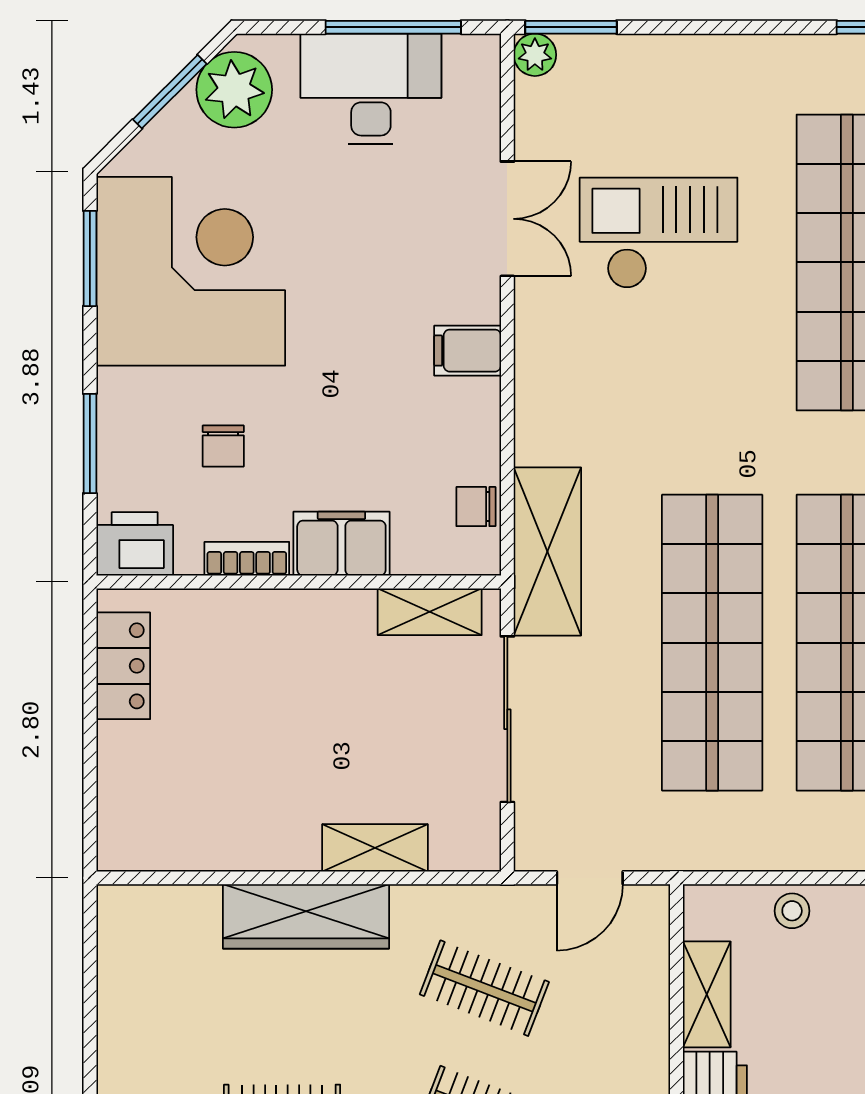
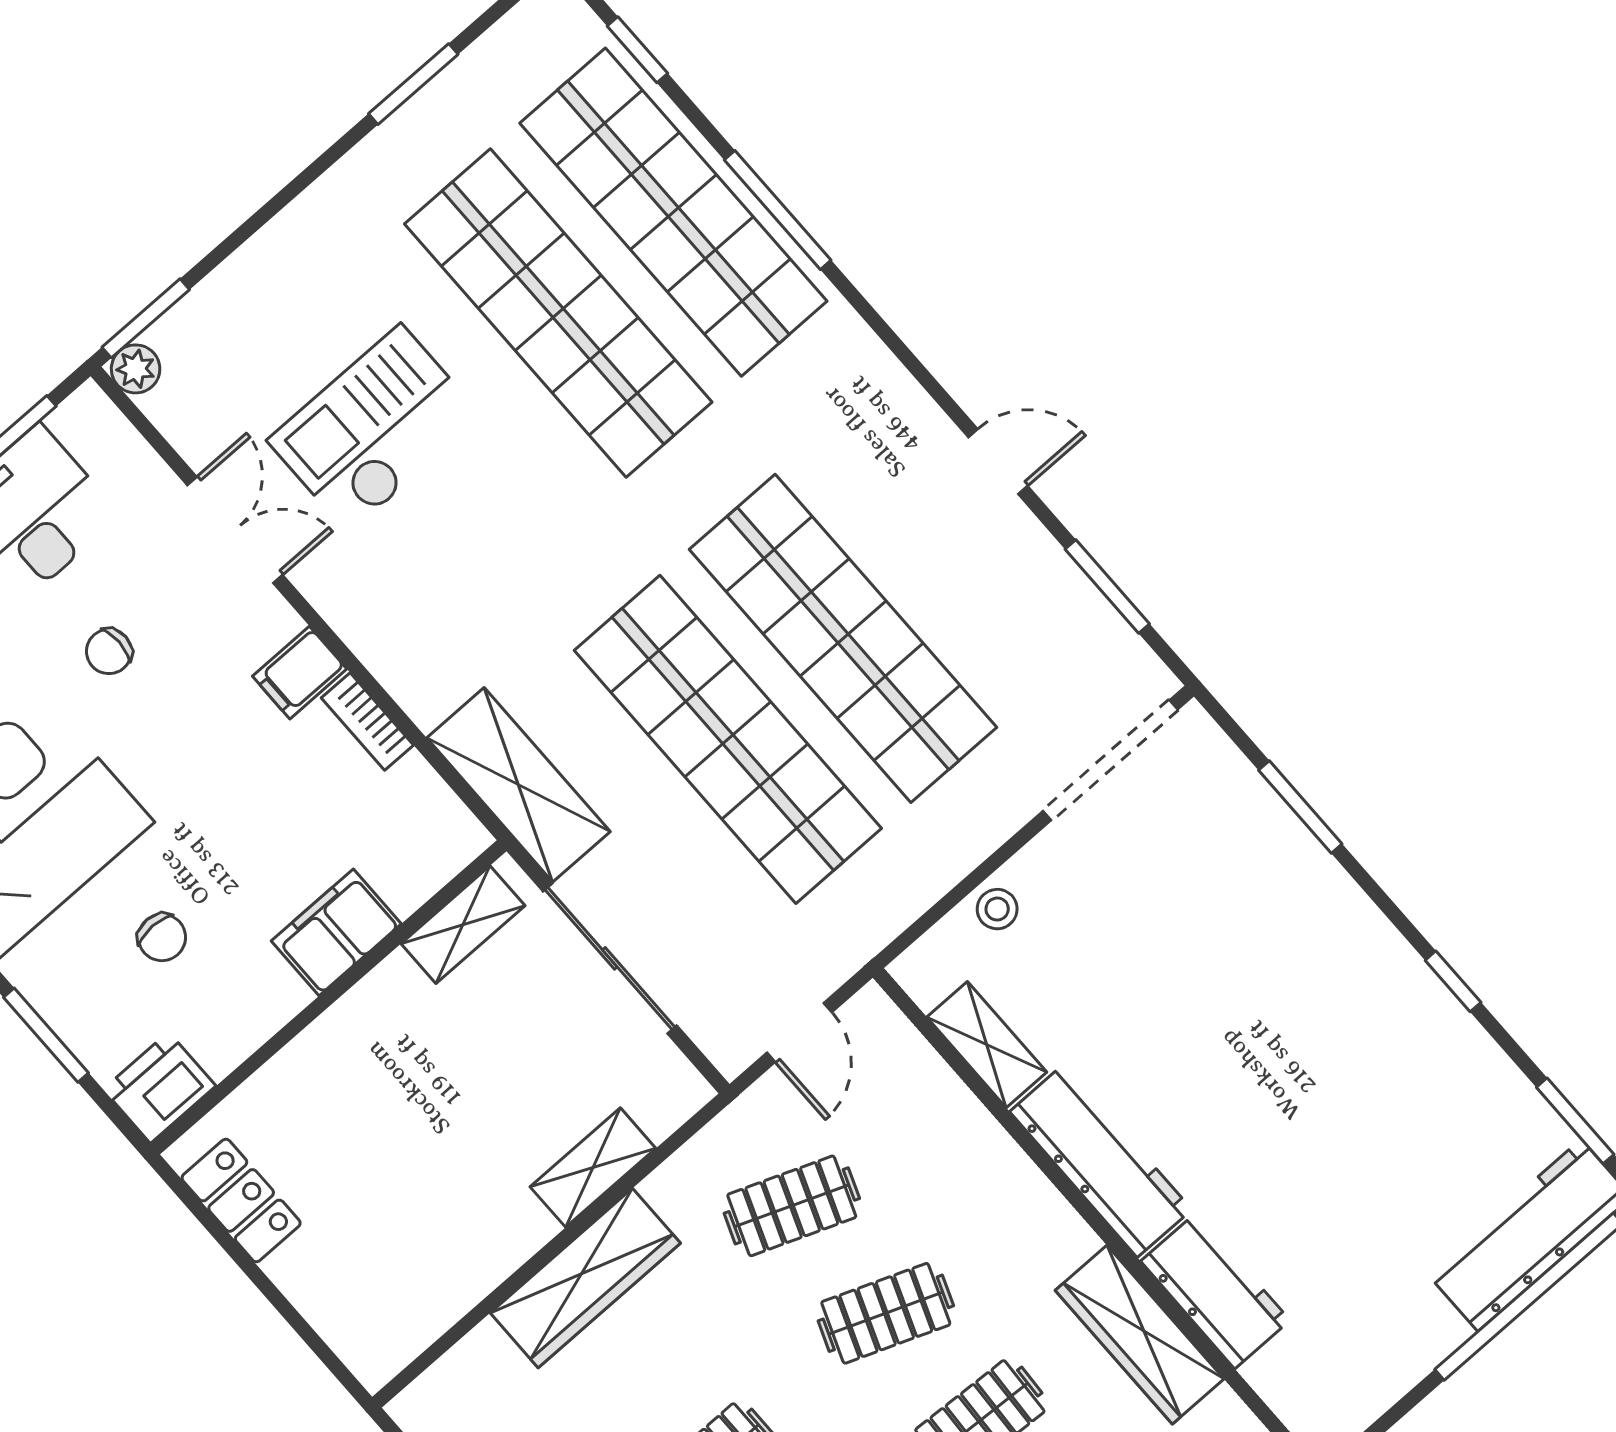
chair: (476, 507) -> (109, 651), moved
bookcase: (247, 559) -> (367, 722), moved, turned -90

